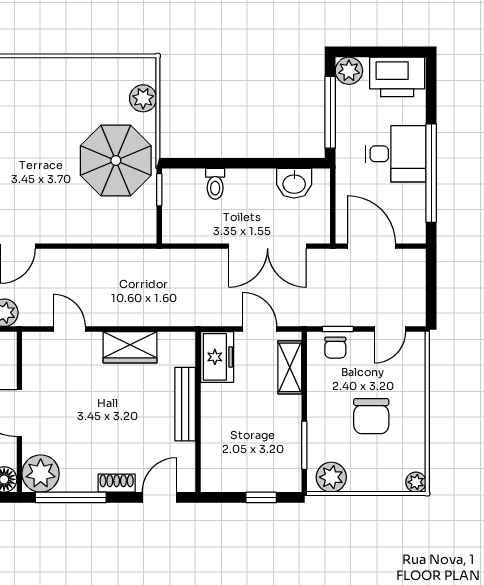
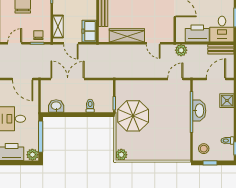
plant: (143, 98) -> (121, 155), moved
wardrobe: (130, 347) -> (127, 35), width x1.50

